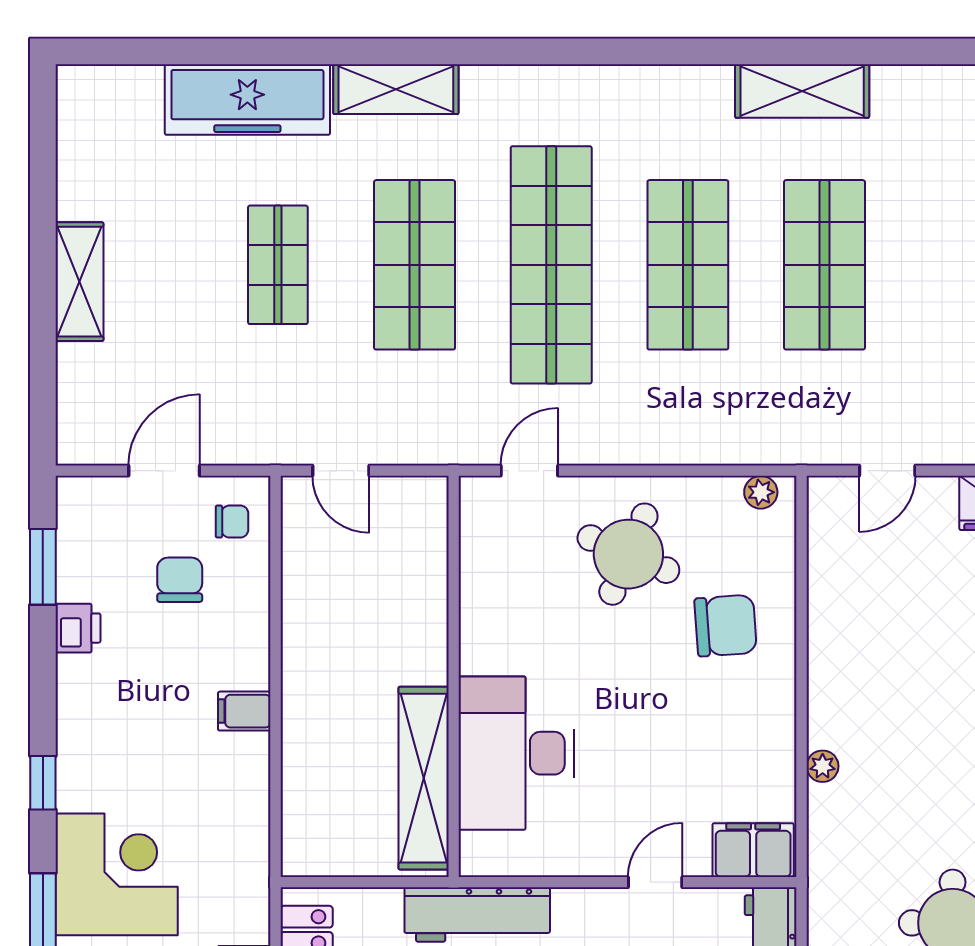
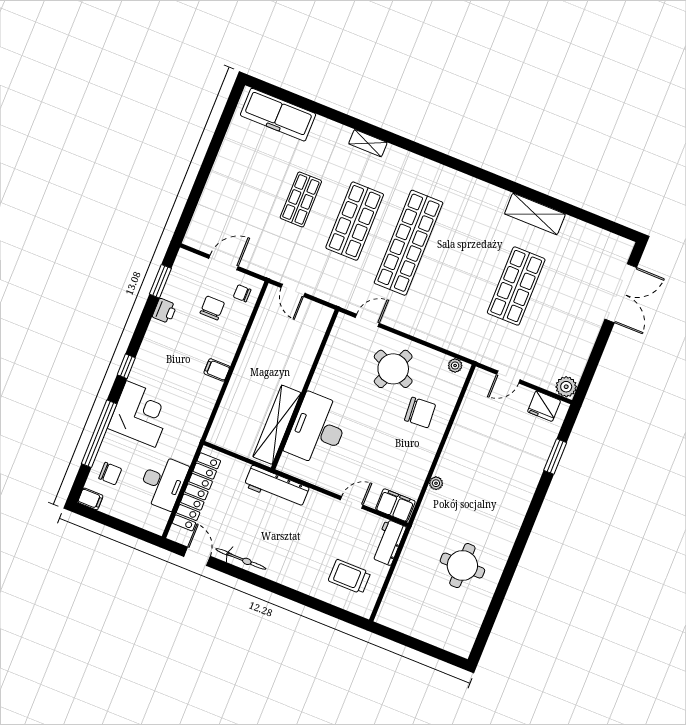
shelving: (396, 89) -> (368, 143), width x0.67, depth x0.75
freezer: (247, 100) -> (278, 115), moved
shop shelf: (688, 265) -> (462, 264), removed
shelving: (79, 282) -> (220, 175), removed
chair: (232, 522) -> (242, 293), turned 180

